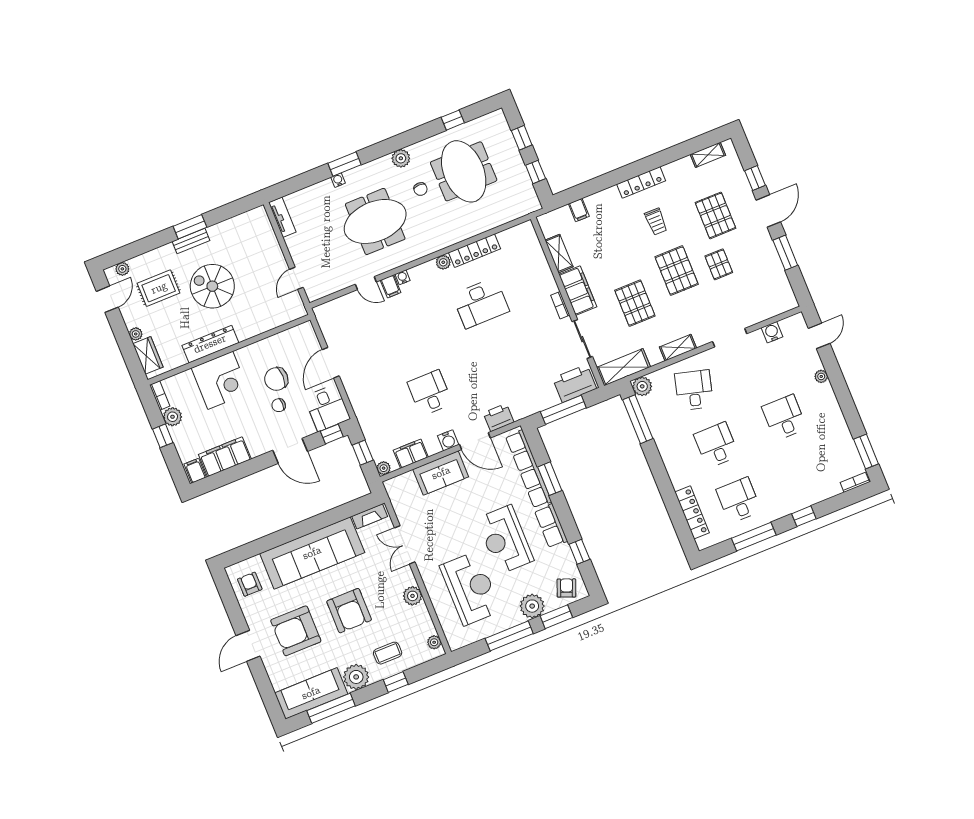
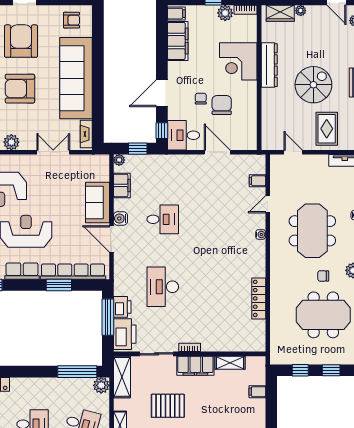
plant: (443, 262) -> (259, 271), removed
filing cabinet: (391, 286) -> (257, 181), moved
rug: (159, 288) -> (327, 129), moved
desk: (481, 303) -> (163, 287), moved
printer: (499, 417) -> (122, 307), moved
door: (475, 441) -> (111, 239), hinge flipped

